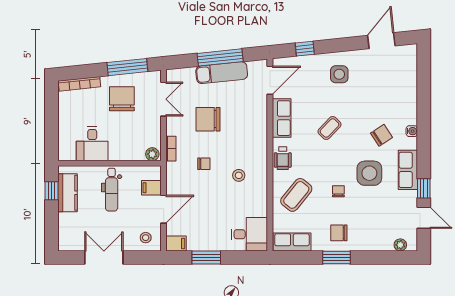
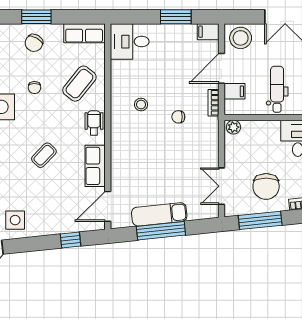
side table: (339, 74) -> (15, 220), moved
chair: (208, 119) -> (174, 165), removed
bookcase: (171, 149) -> (213, 103), moved
chair: (339, 233) -> (34, 43), turned 119
stool: (146, 238) -> (241, 38), width x1.89, depth x1.89

